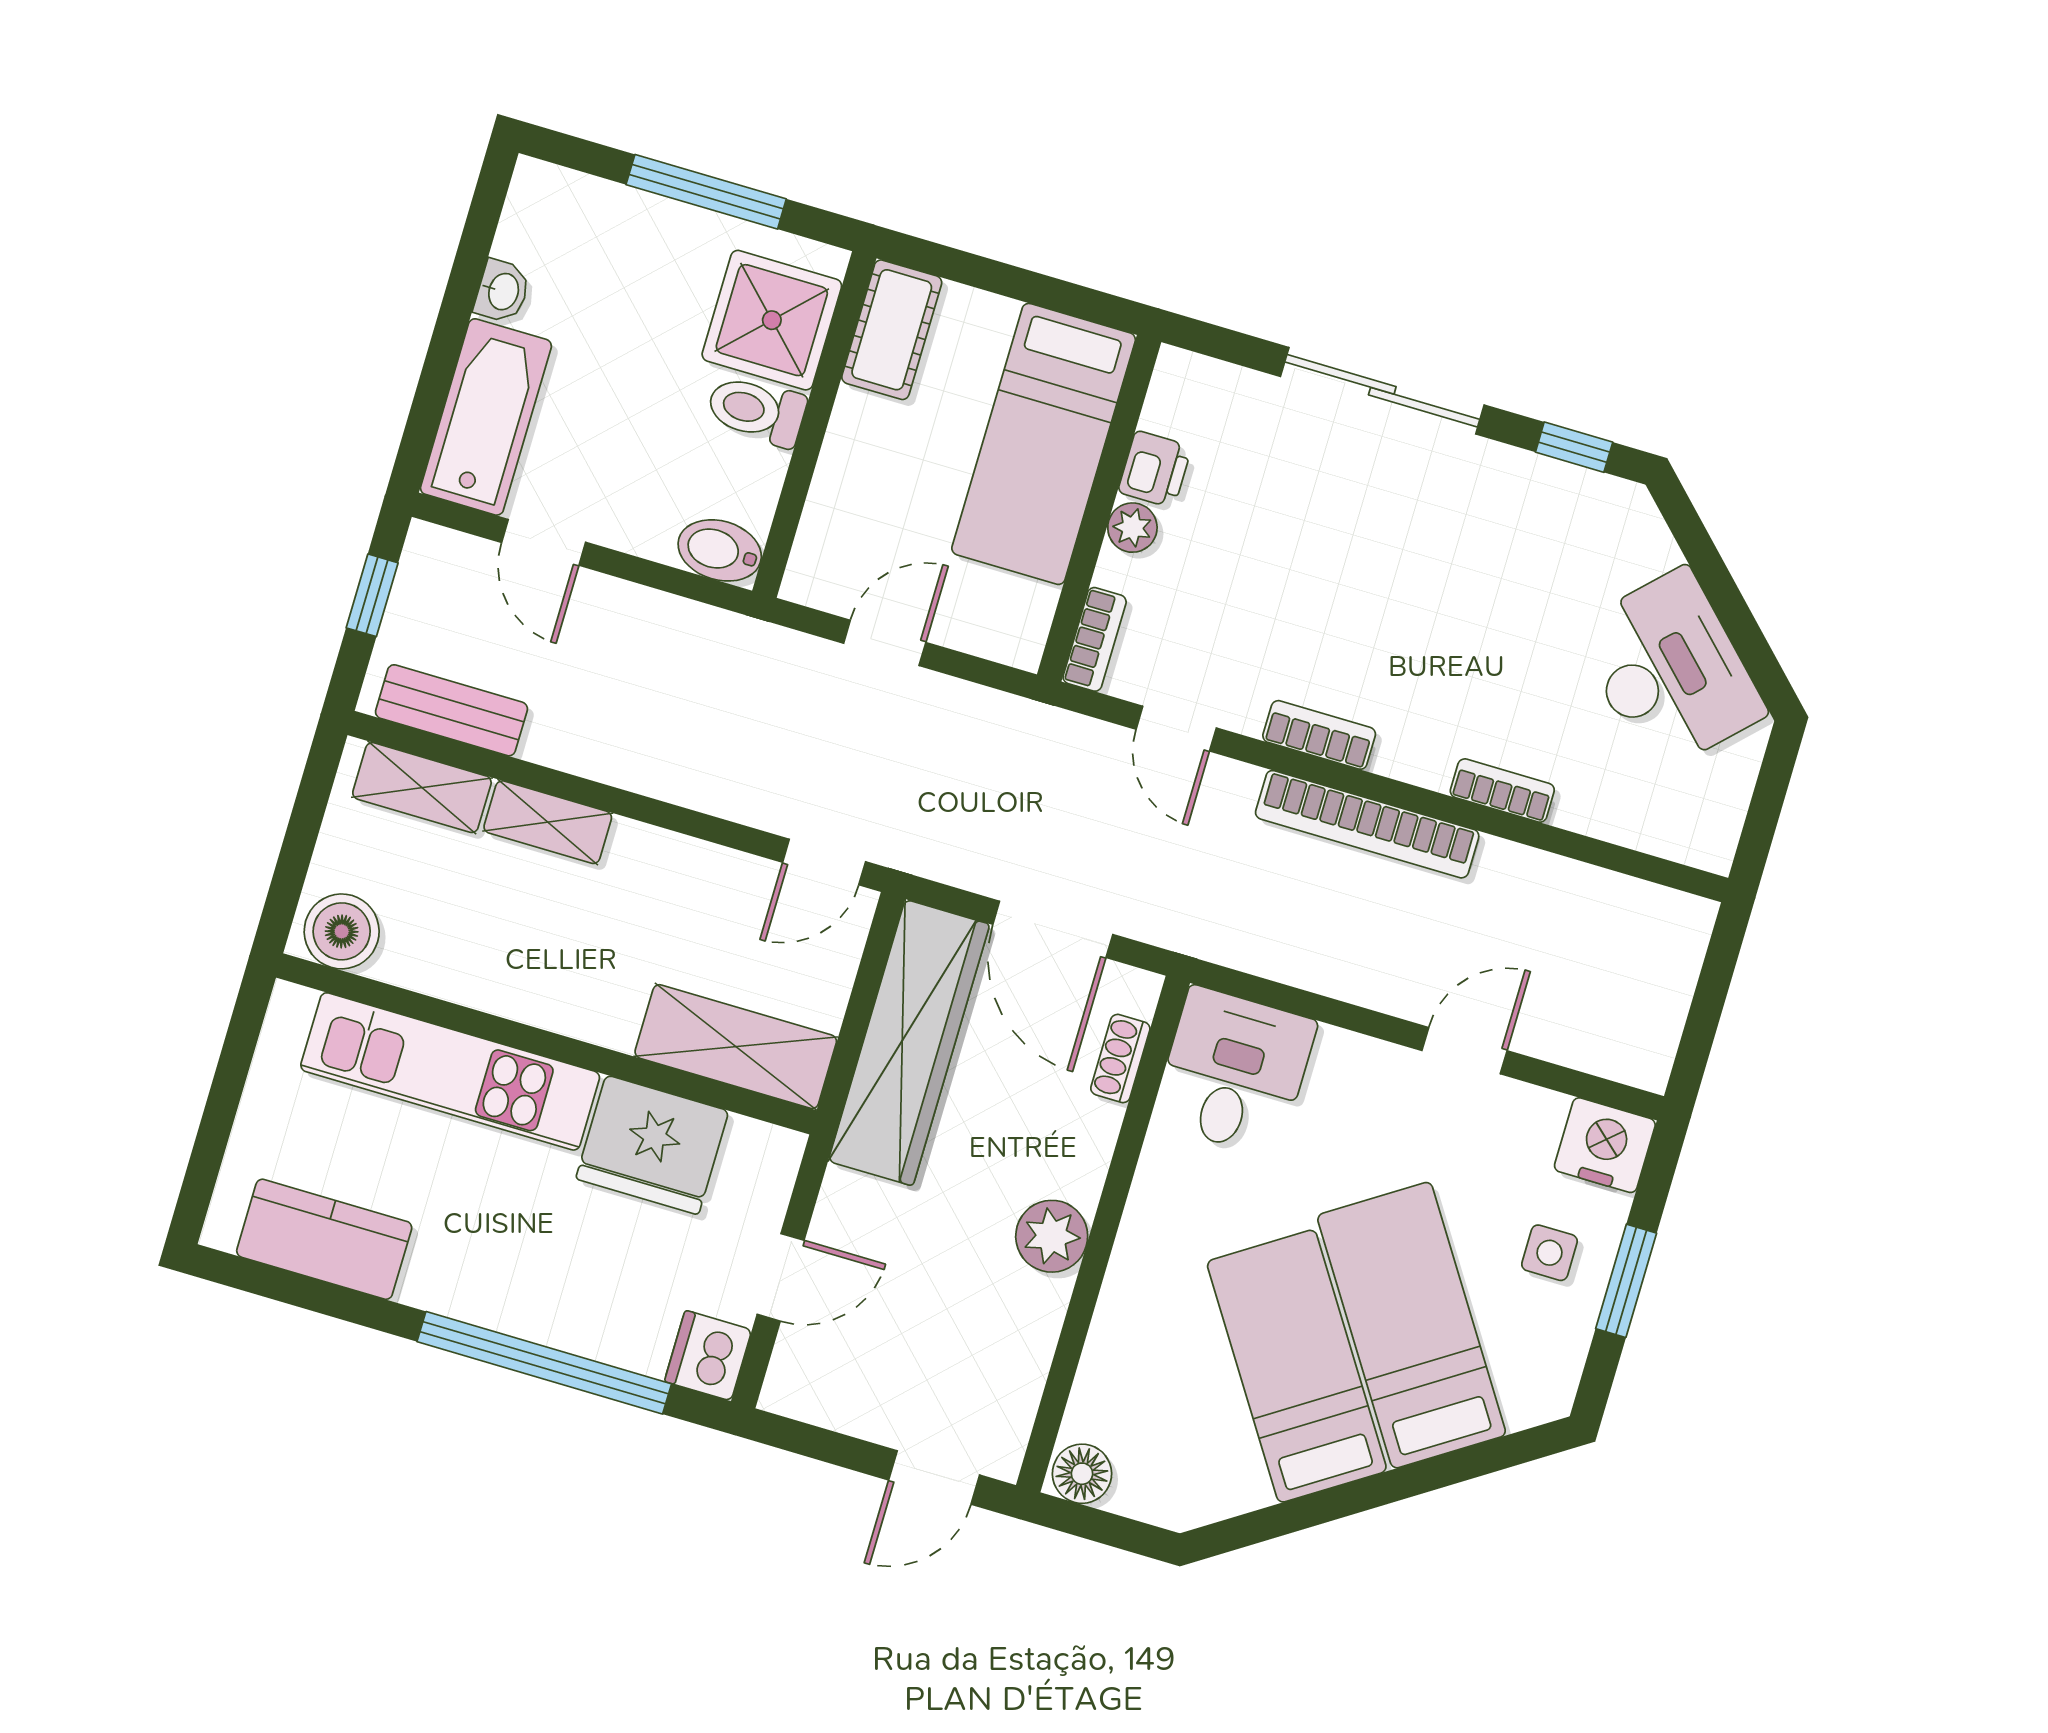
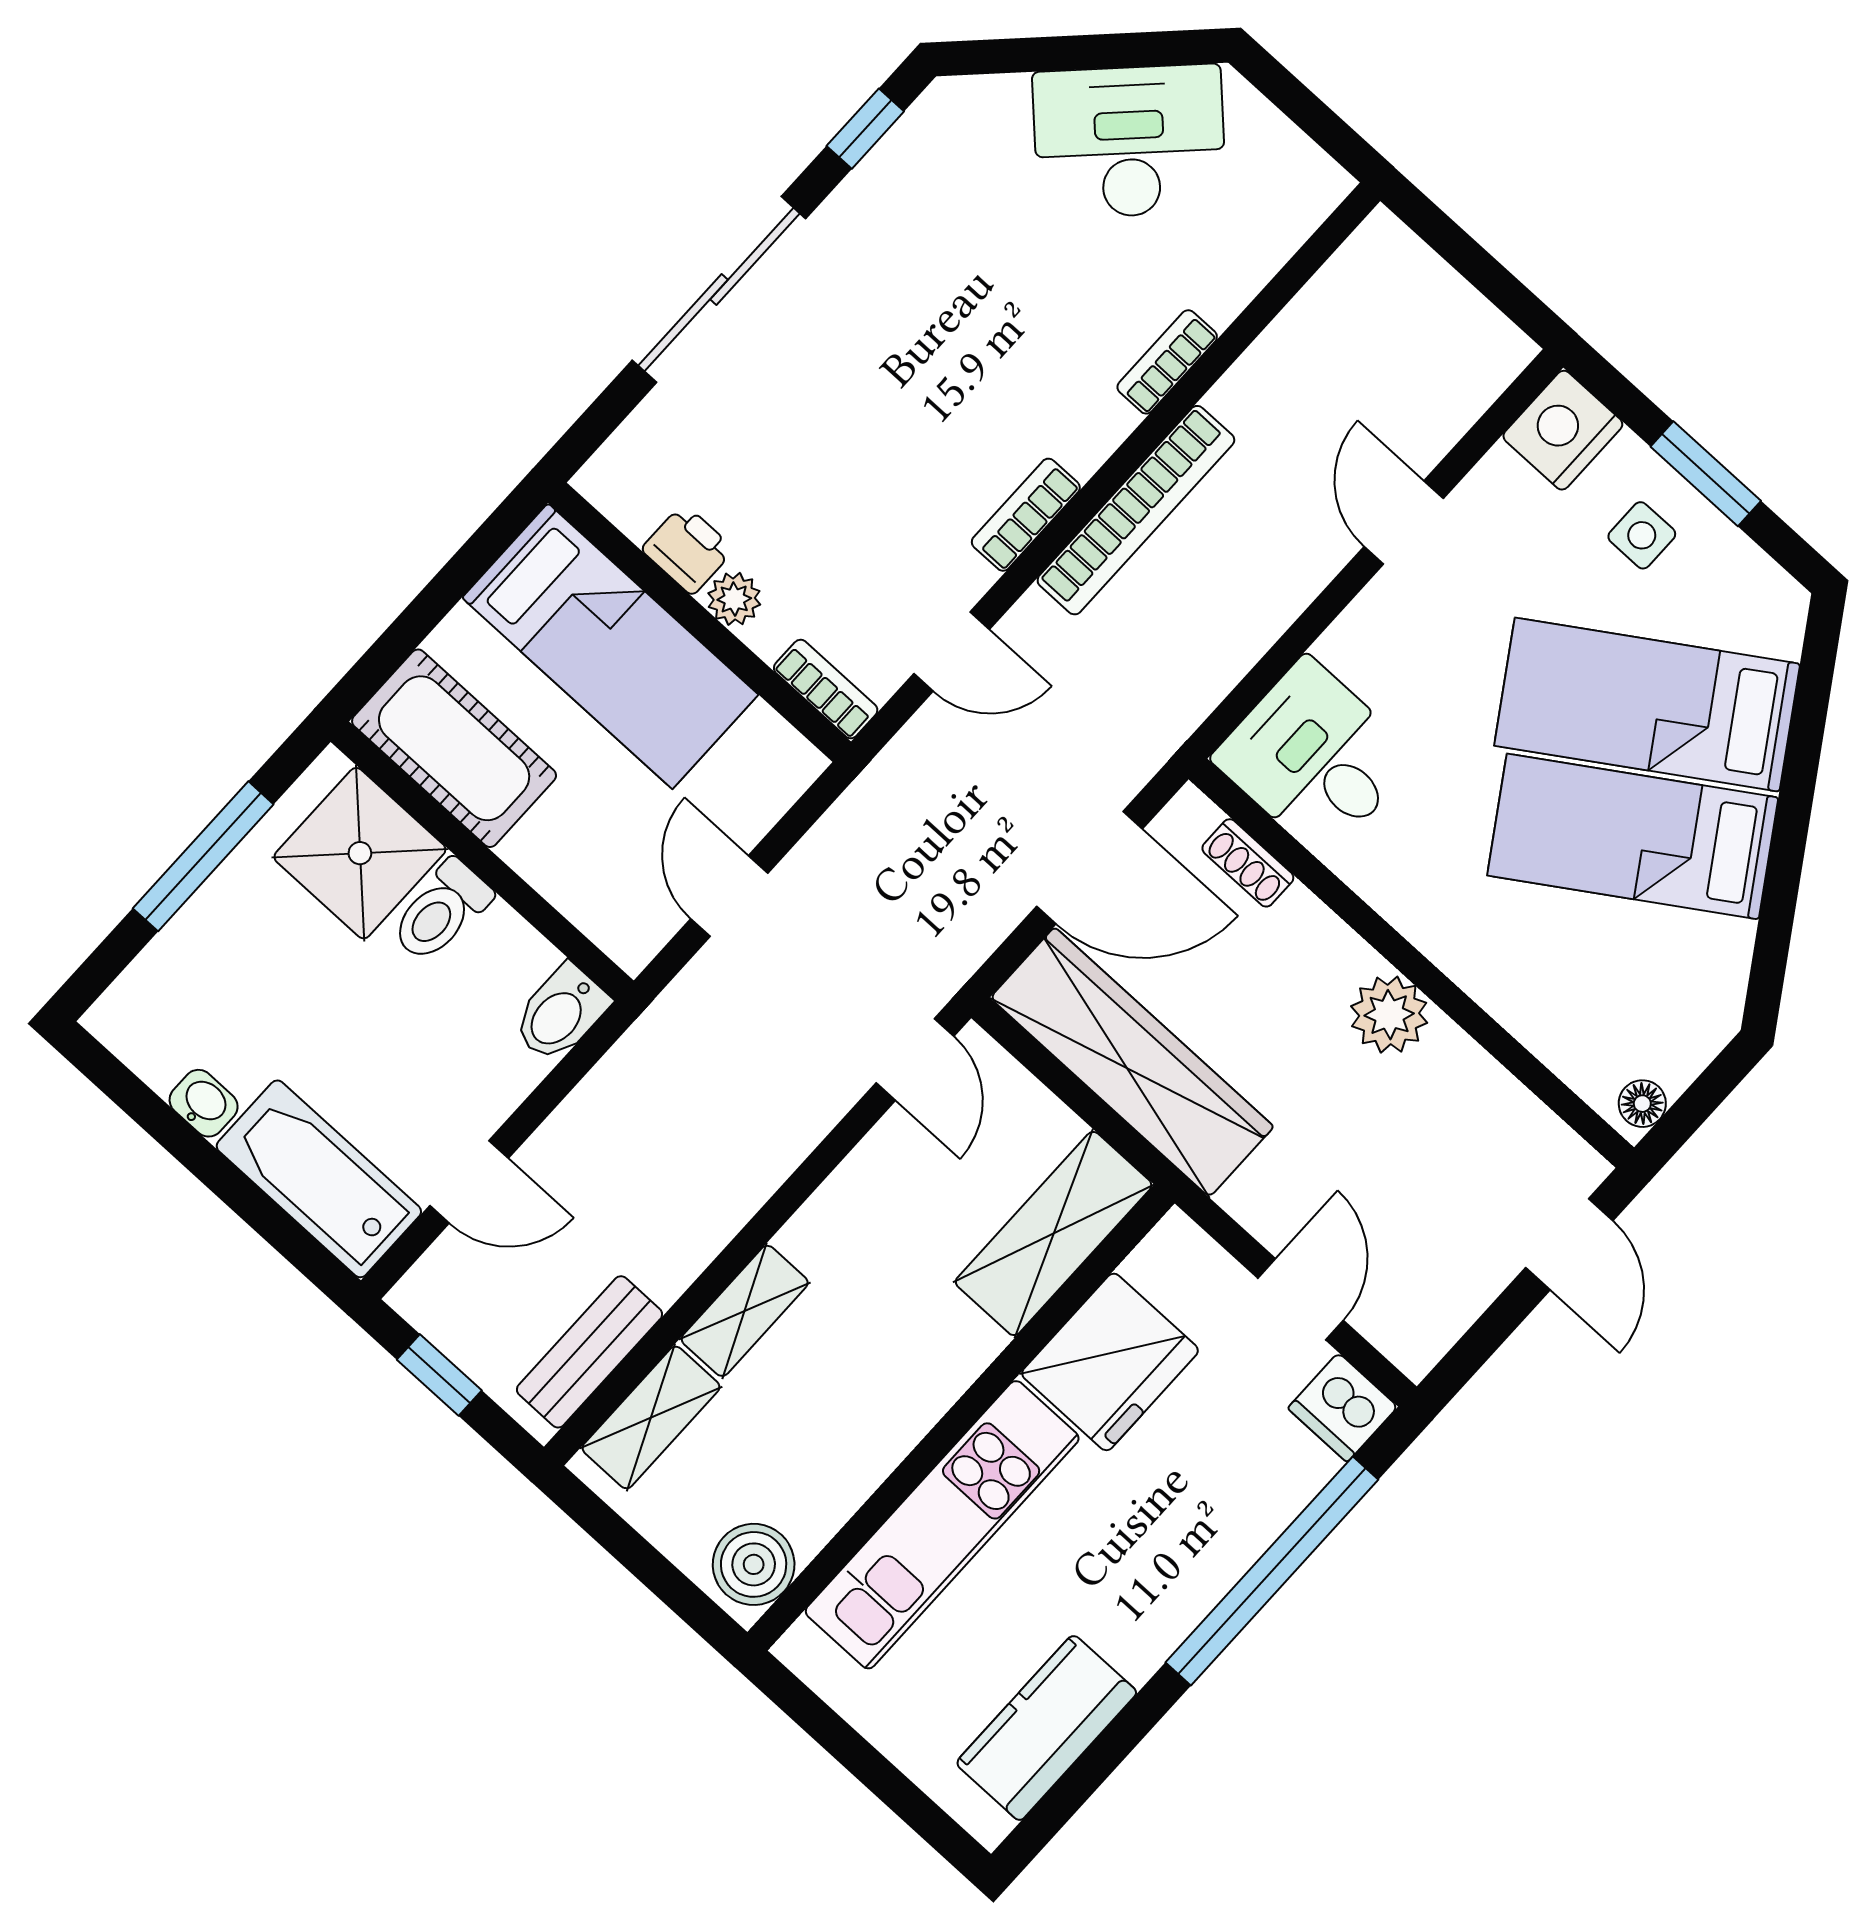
cot: (892, 330) -> (454, 748), width x1.37, depth x1.34
floor lamp: (1082, 1474) -> (1642, 1104), width x0.73, depth x0.73

